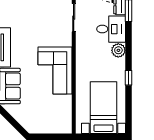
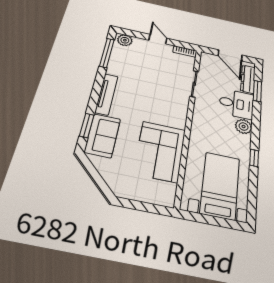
corner sofa: (55, 71) -> (160, 151), moved

